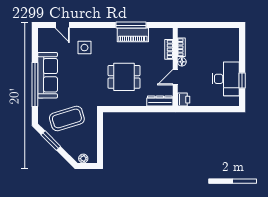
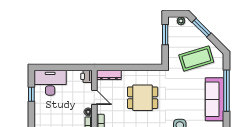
door: (175, 77) -> (94, 97), hinge flipped
desk: (226, 79) -> (50, 83), moved, turned 90
window: (51, 141) -> (201, 28), moved
window: (100, 144) -> (165, 35), added

